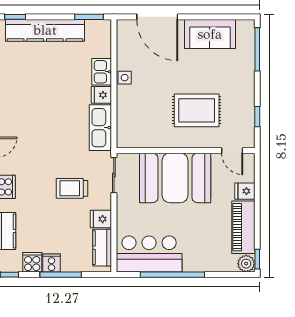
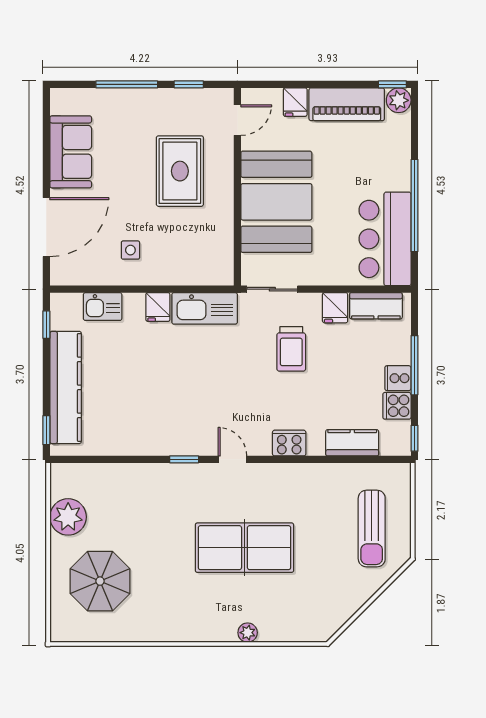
window: (89, 17) -> (46, 325), width x0.67
window: (257, 49) -> (127, 84), moved
kitchen sink: (102, 72) -> (103, 307), moved
side table: (125, 78) -> (130, 250), moved

